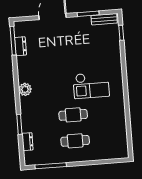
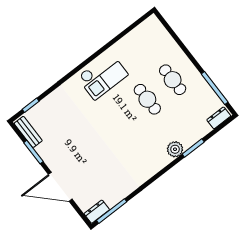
dresser: (20, 46) -> (97, 212), moved
checkout: (91, 85) -> (103, 76), moved, turned 90
plant: (25, 89) -> (175, 149), moved
dresser: (27, 142) -> (219, 118), moved

